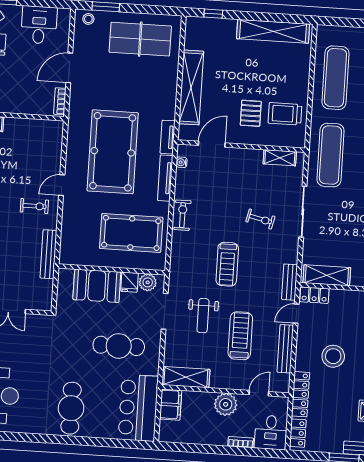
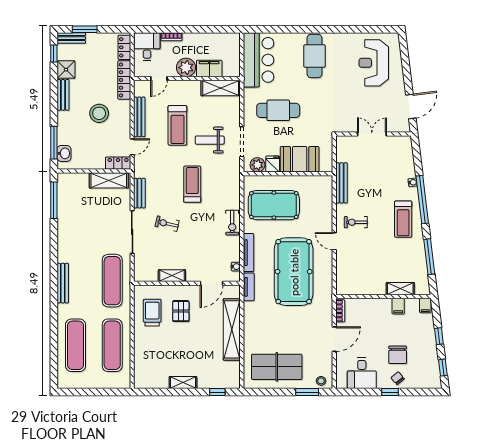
shelving: (273, 31) -> (183, 383), width x0.45, depth x0.75
trolley: (285, 114) -> (152, 313), turned -90
shelving: (280, 158) -> (172, 276), moved
door: (62, 185) -> (334, 241), swing flipped
bench: (289, 282) -> (139, 193), moved
weight bench: (203, 316) -> (210, 140), turned -90
filing cabinet: (171, 405) -> (209, 69), moved, turned 90

